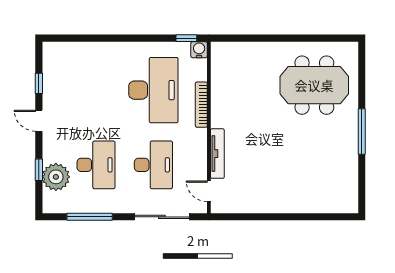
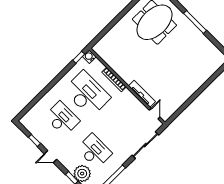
desk: (153, 165) -> (62, 119), moved
door: (209, 191) -> (155, 114), swing flipped

